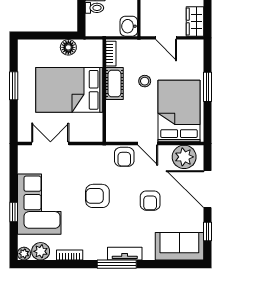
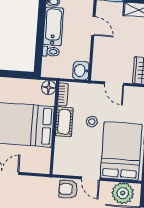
floor lamp: (68, 47) -> (49, 88), moved
armchair: (124, 157) -> (68, 189), turned 90

